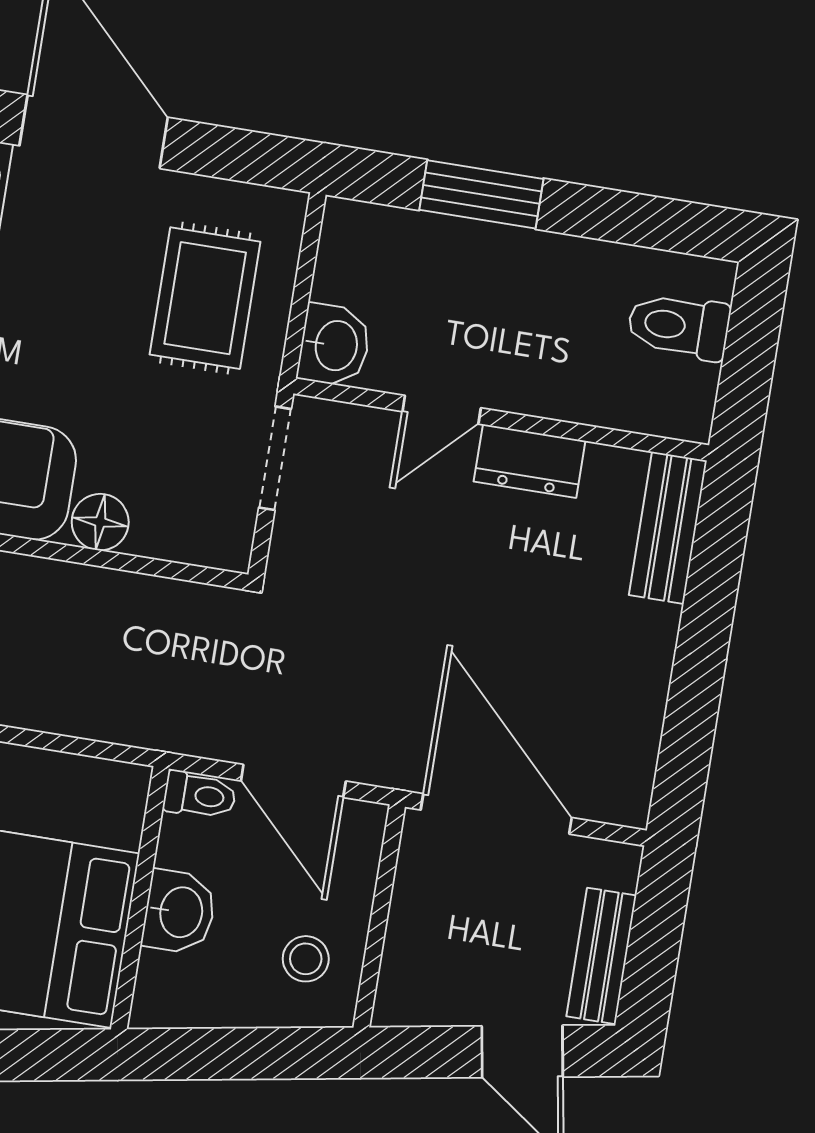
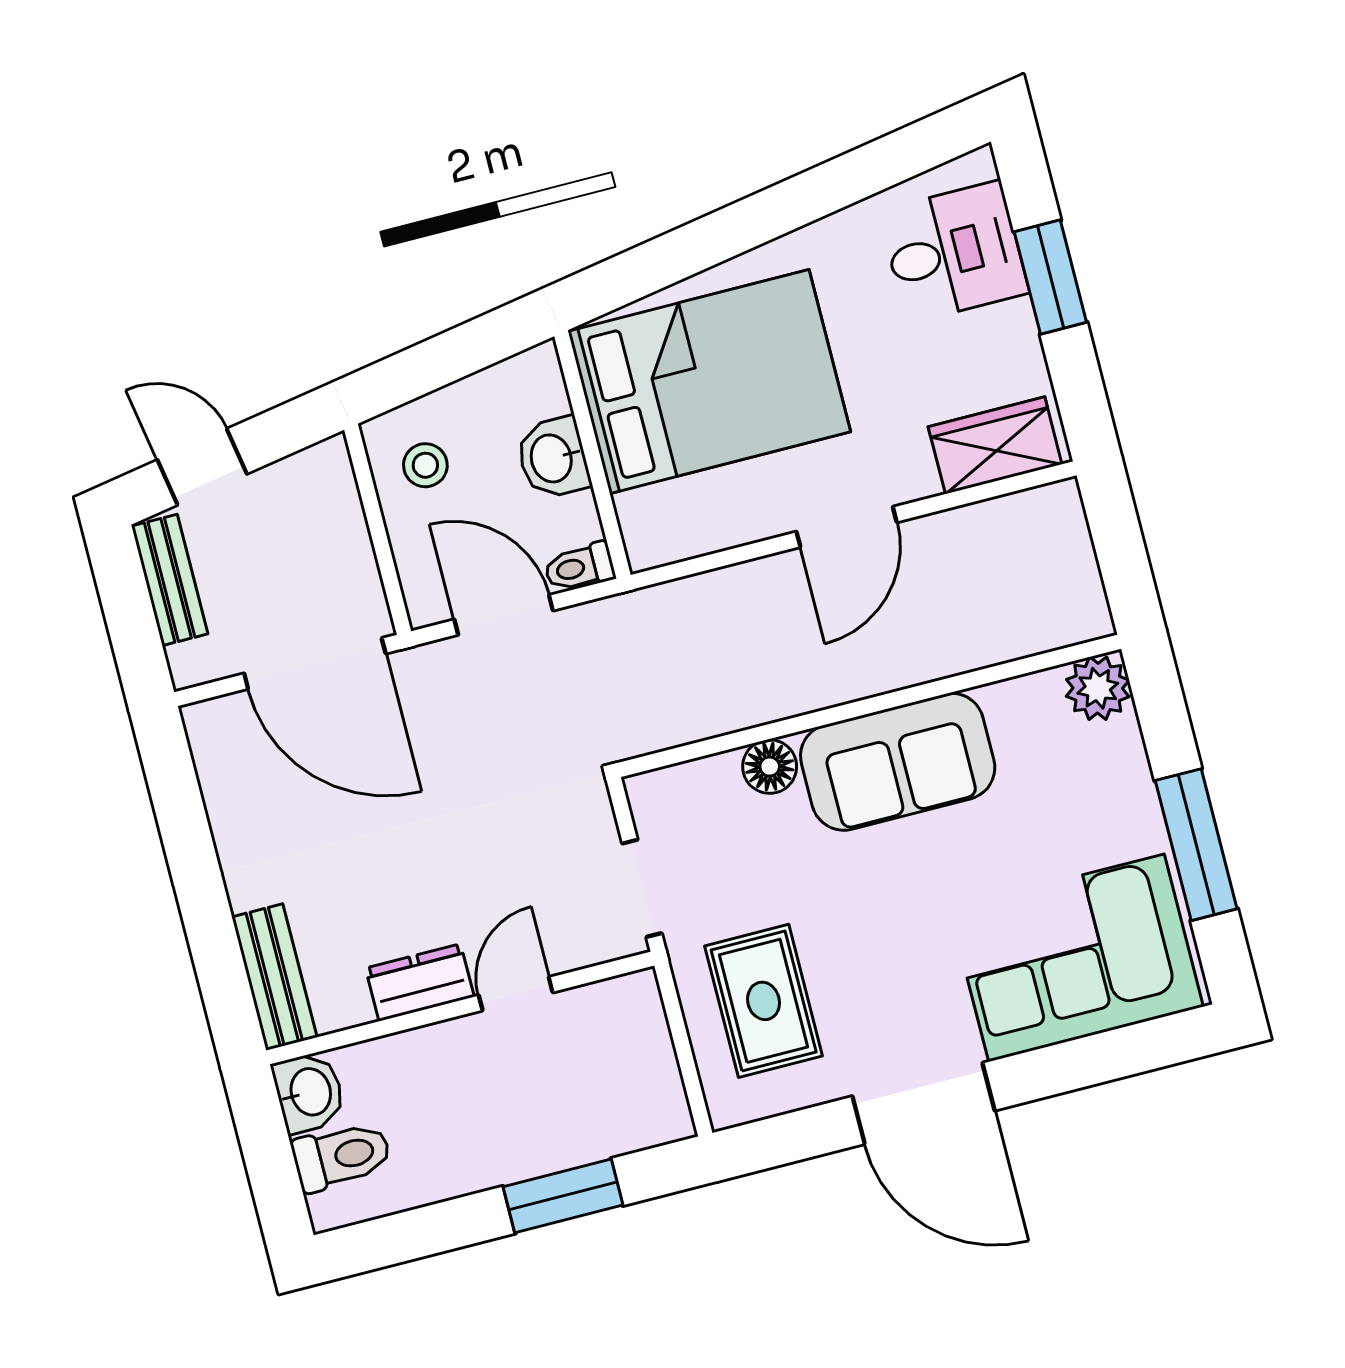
washbasin: (334, 345) -> (309, 1092), moved, turned 180

